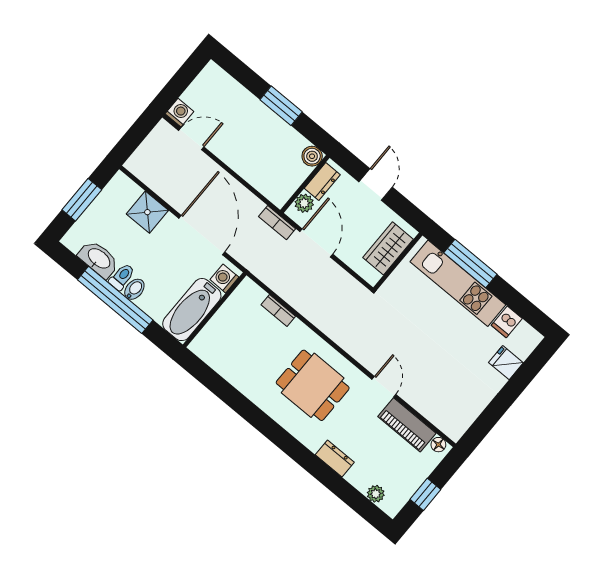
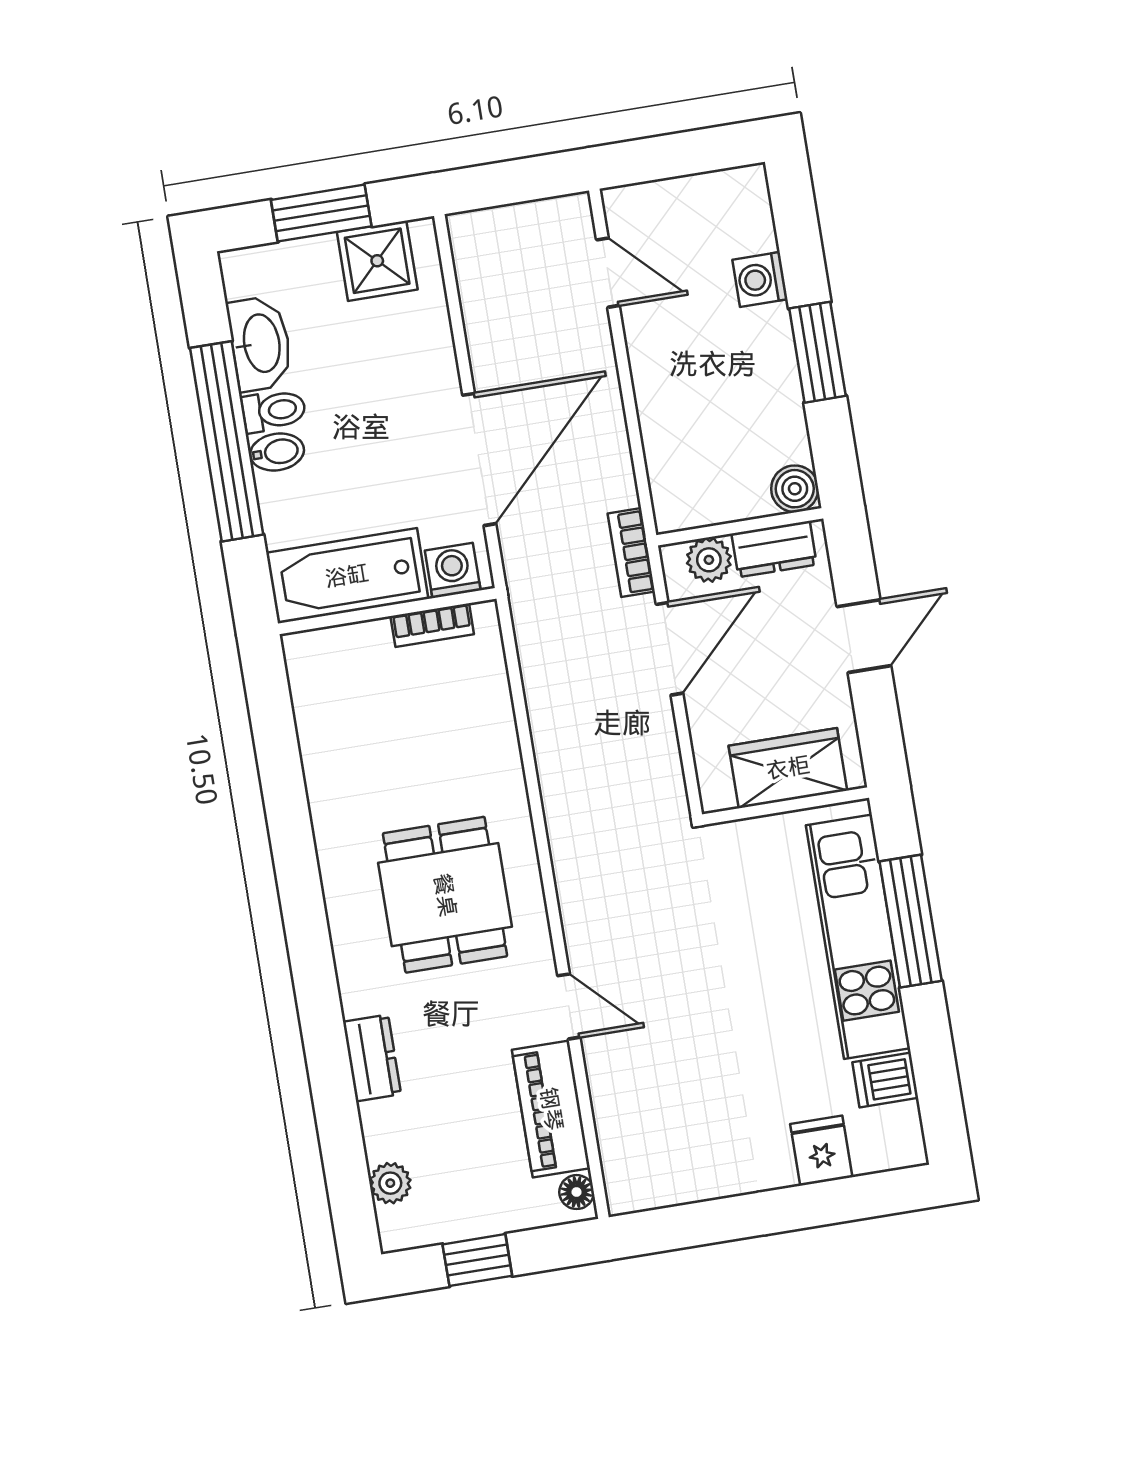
washing machine: (179, 113) -> (760, 279), moved, turned 180
shower: (147, 212) -> (377, 261), moved
bookcase: (278, 310) -> (432, 625), moved, turned -90
door: (384, 387) -> (569, 1006), hinge flipped

